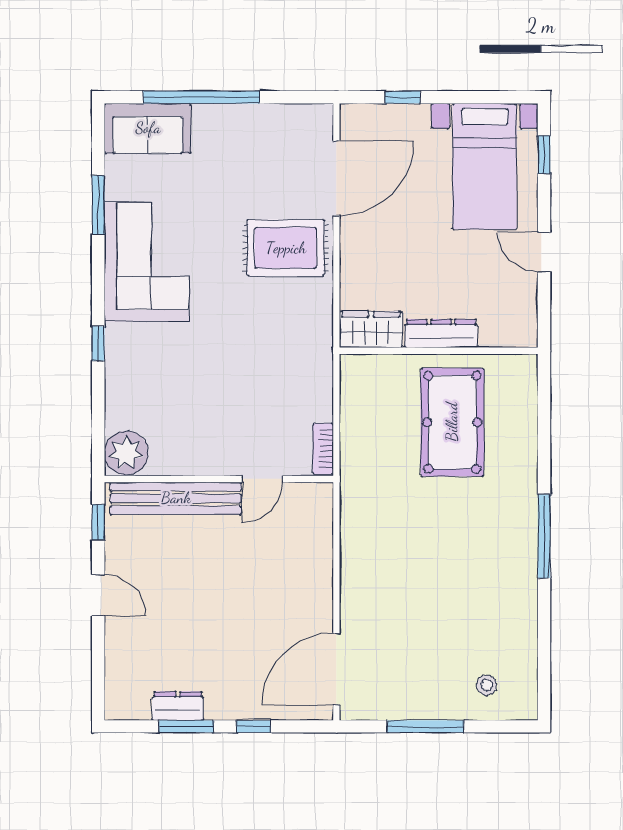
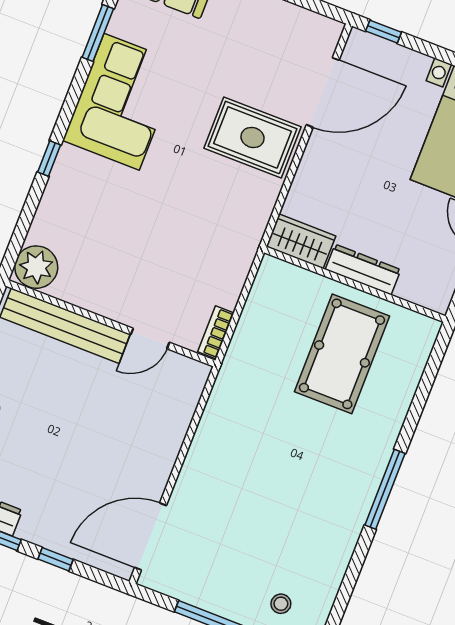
window: (403, 97) -> (384, 32), moved

